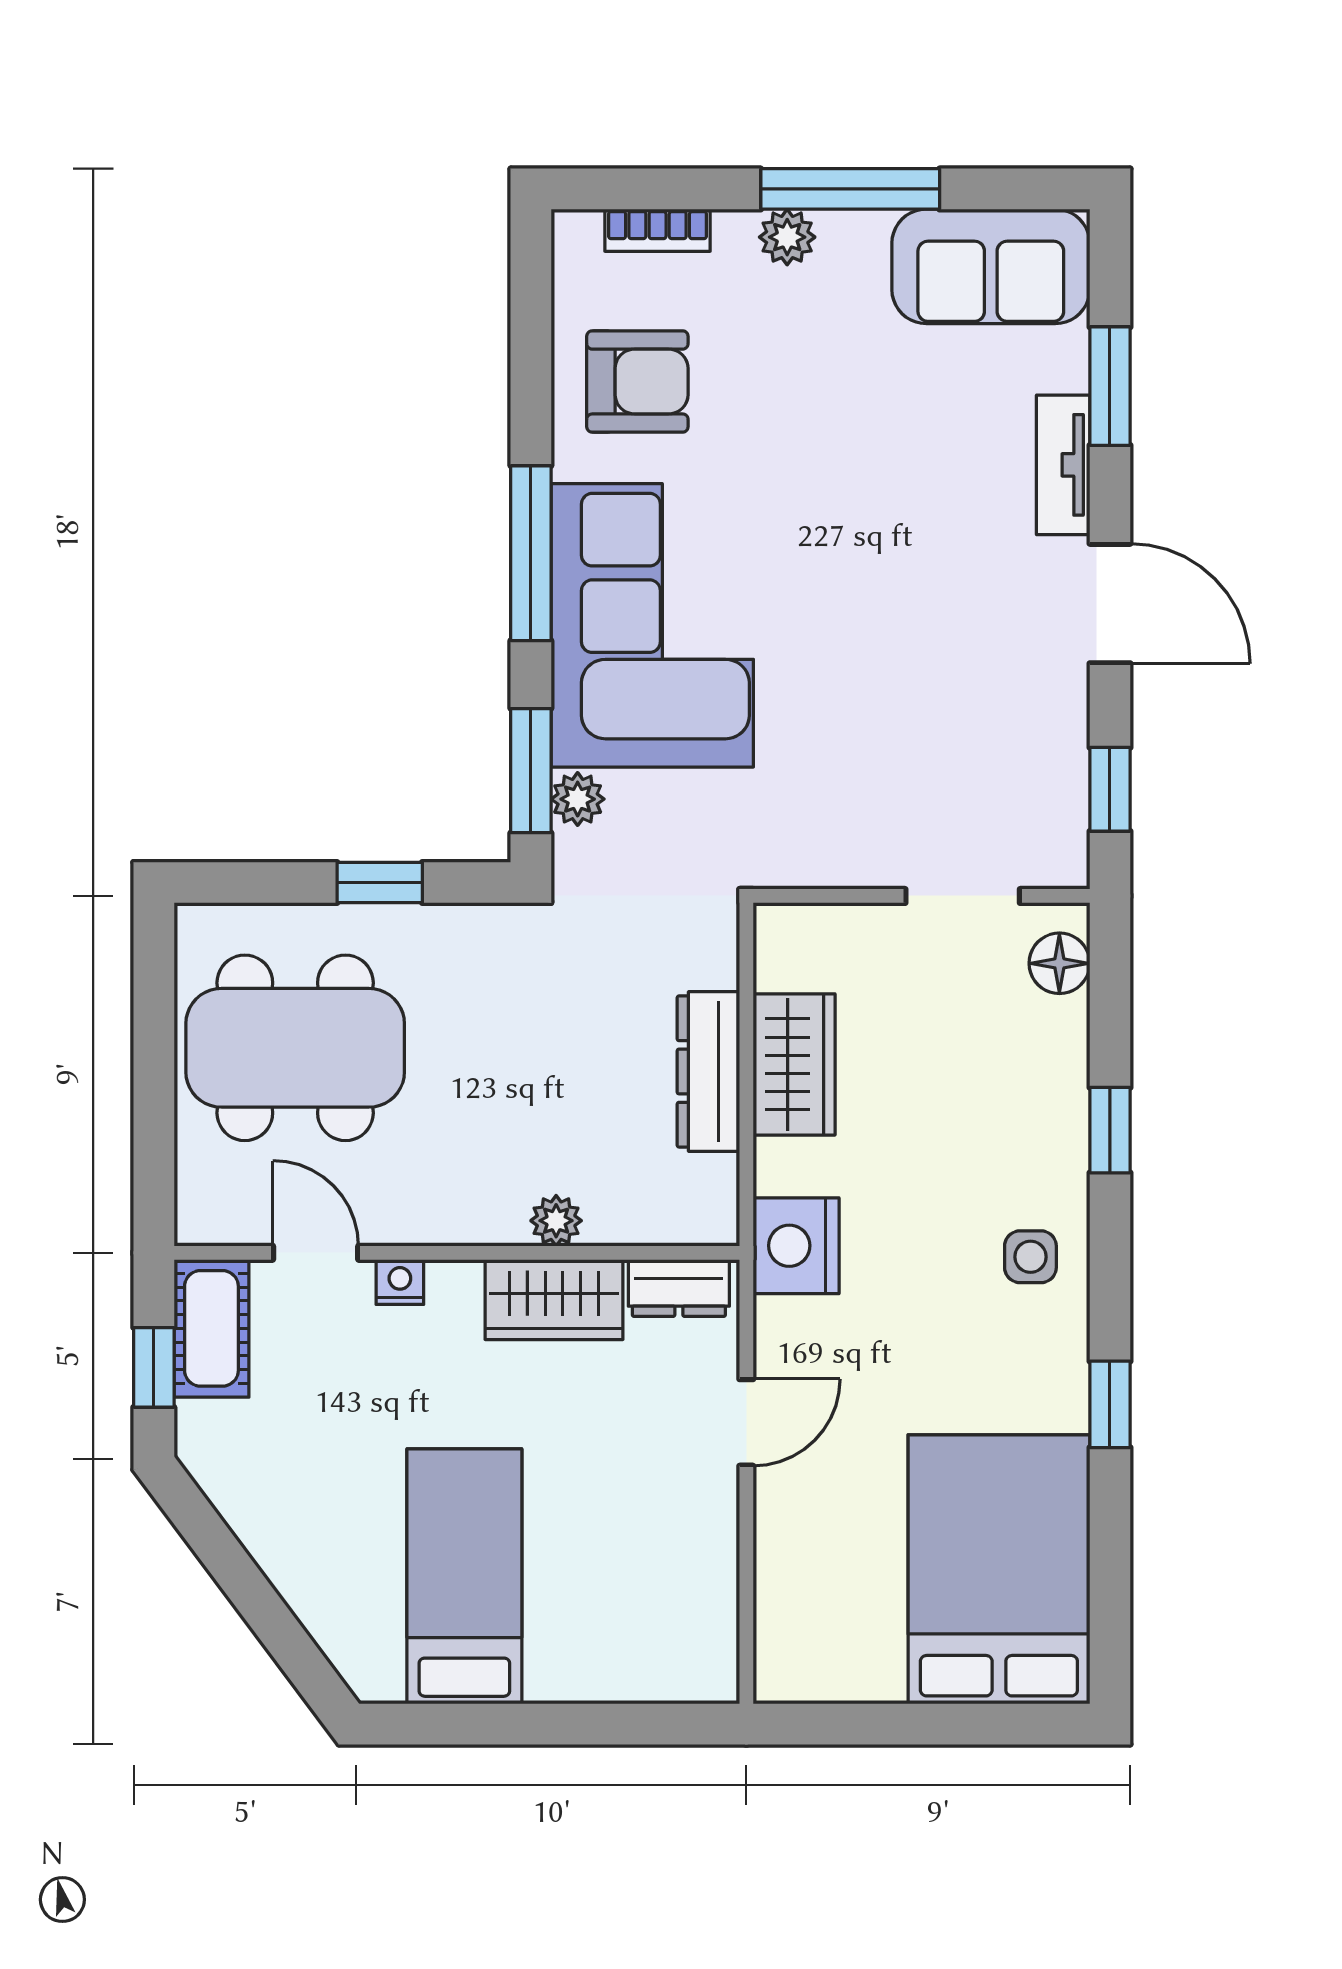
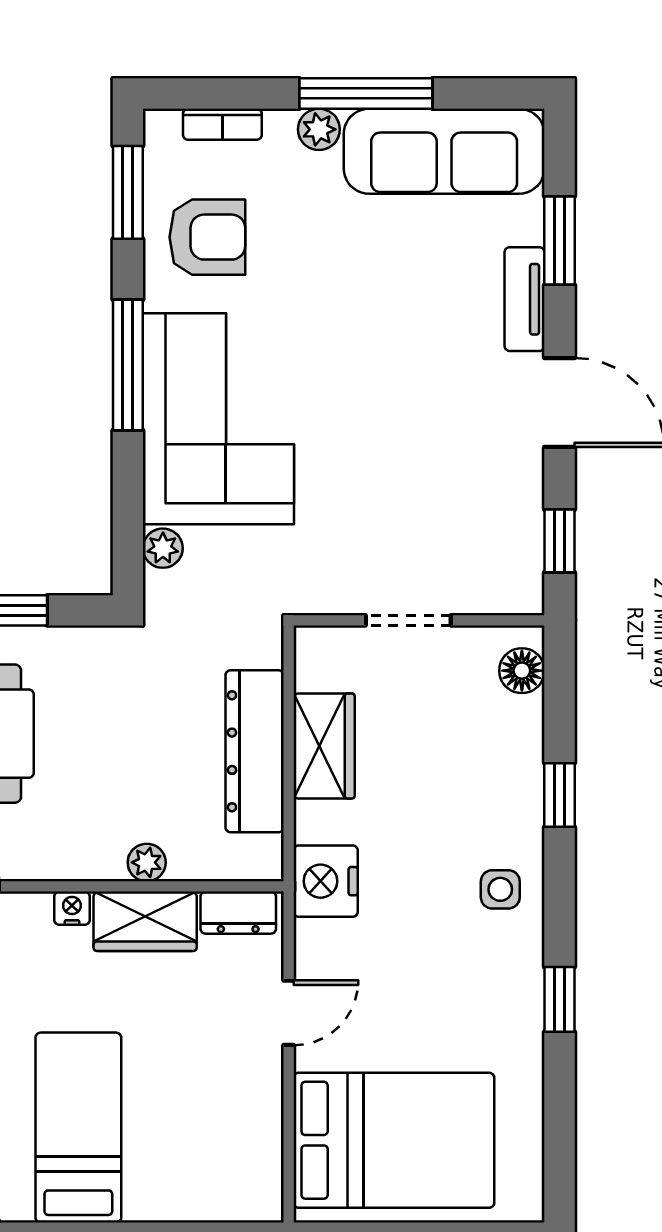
sofa: (991, 266) -> (444, 151), width x1.36
window: (531, 771) -> (128, 192), moved
doorway: (963, 896) -> (408, 620), moved
dresser: (708, 1071) -> (255, 751), width x1.37, depth x1.24
nightstand: (400, 1282) -> (72, 908), moved
bed: (999, 1569) -> (394, 1140), moved, turned 90

